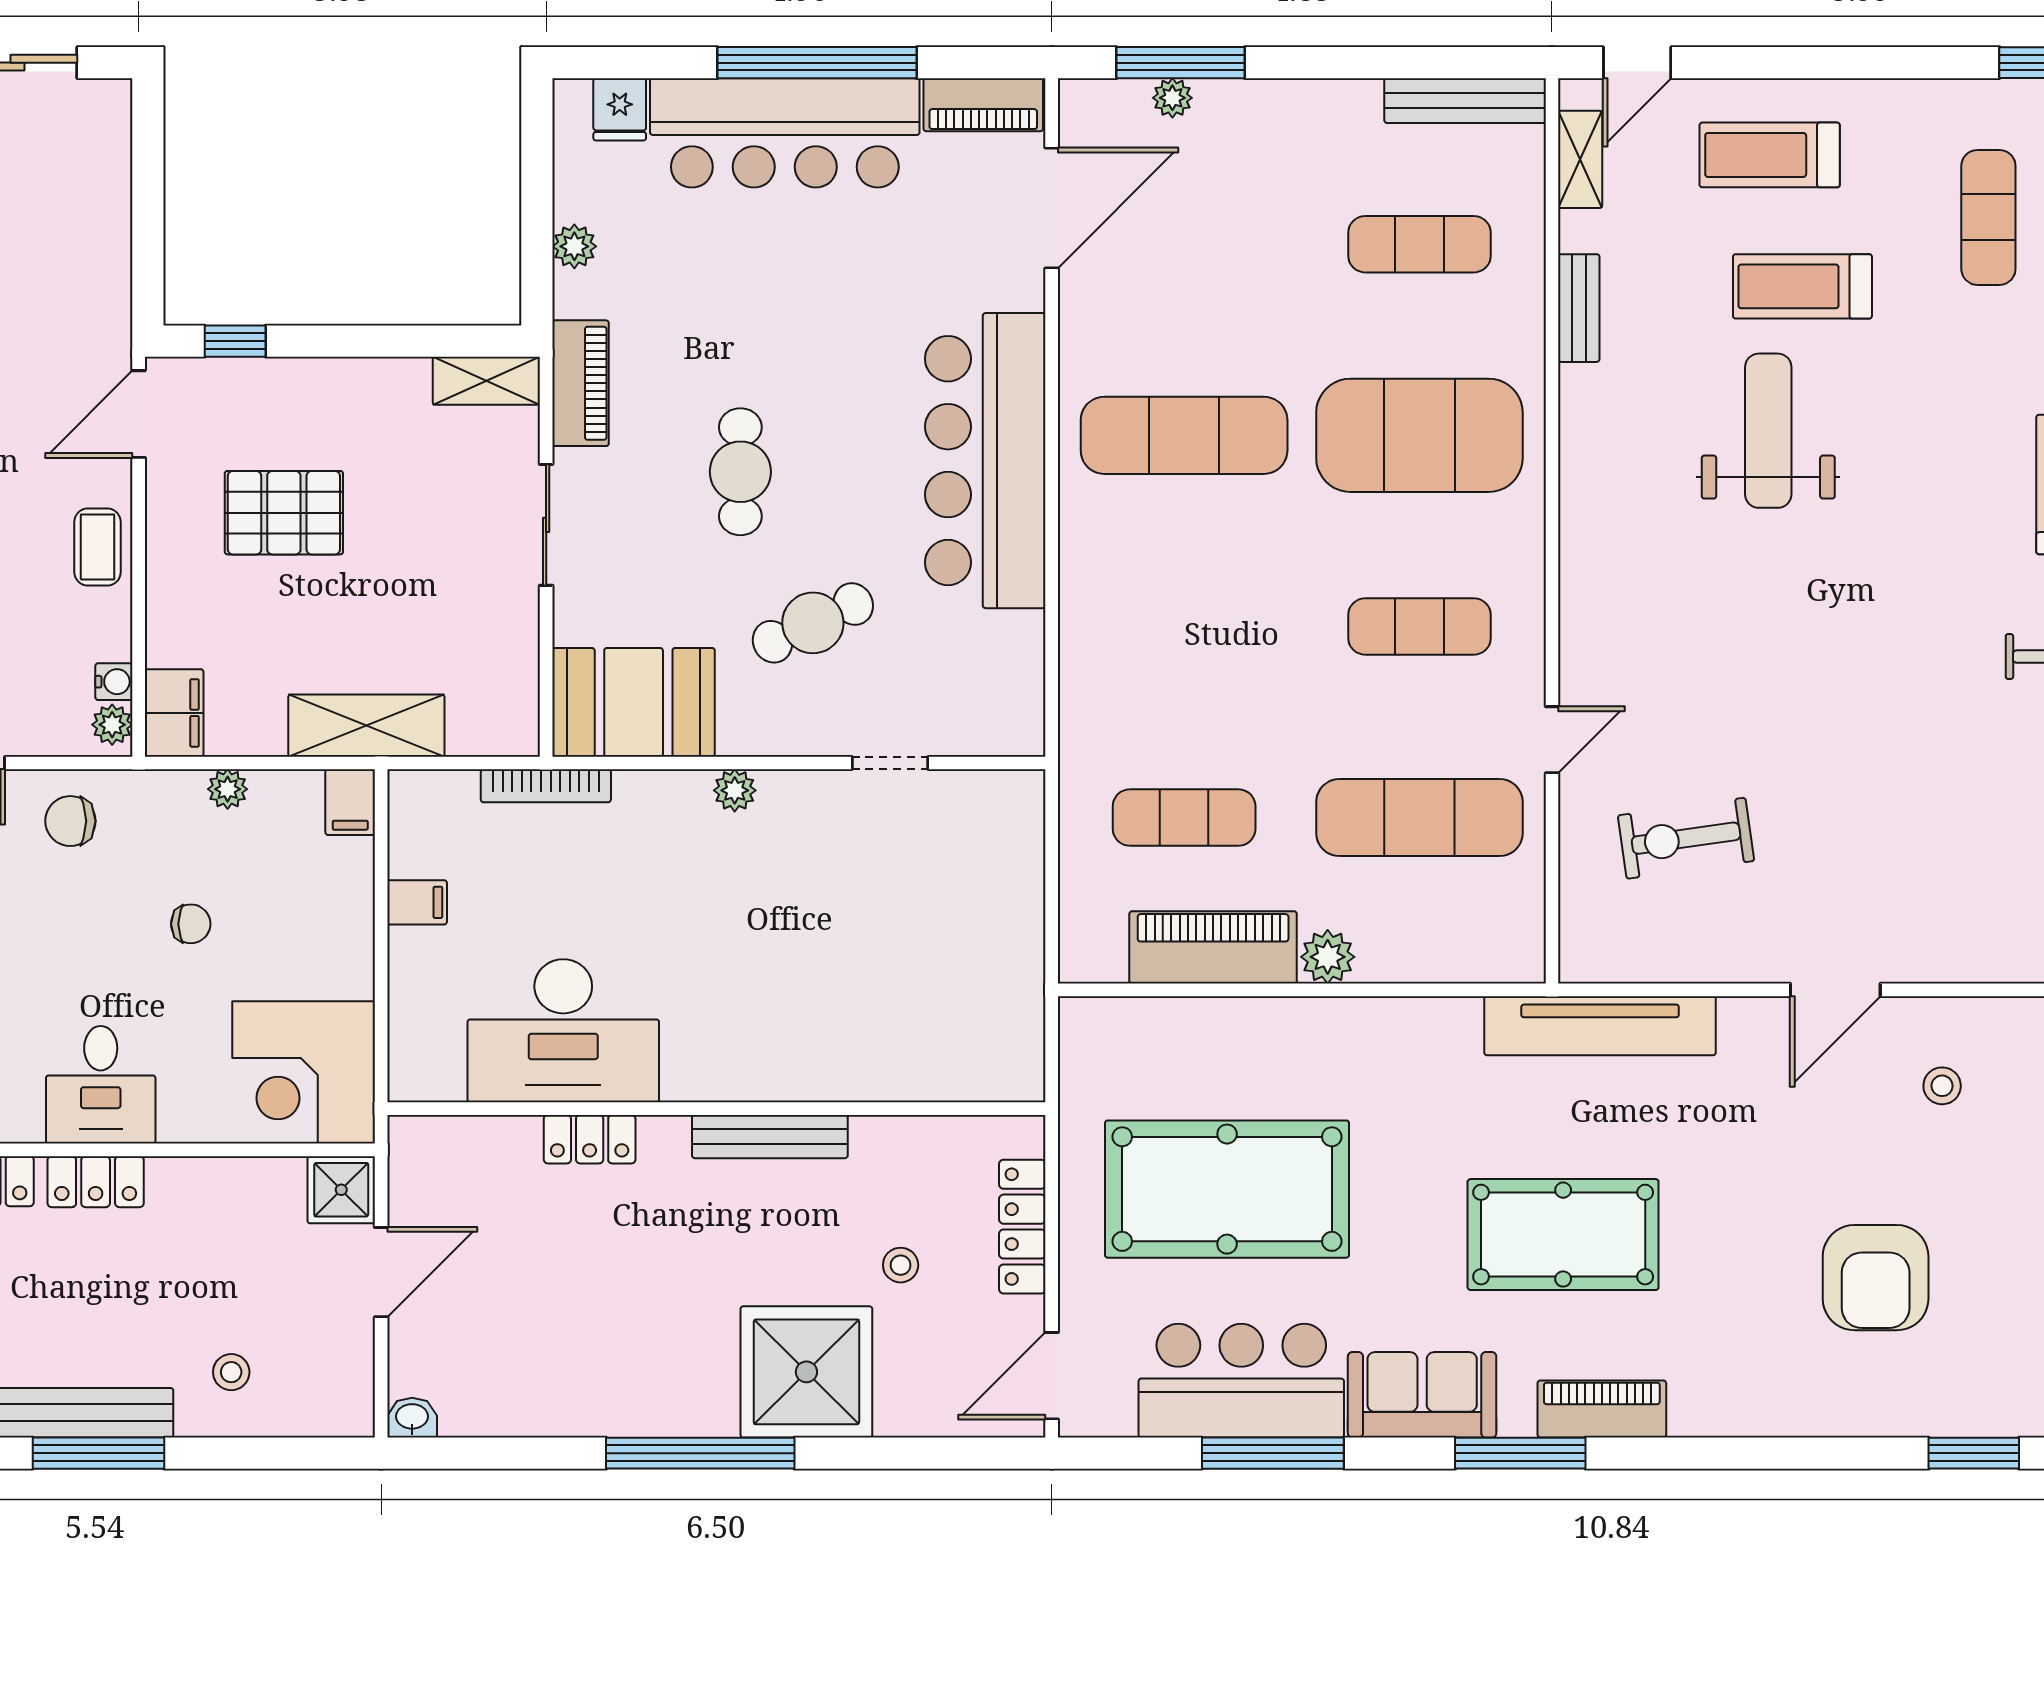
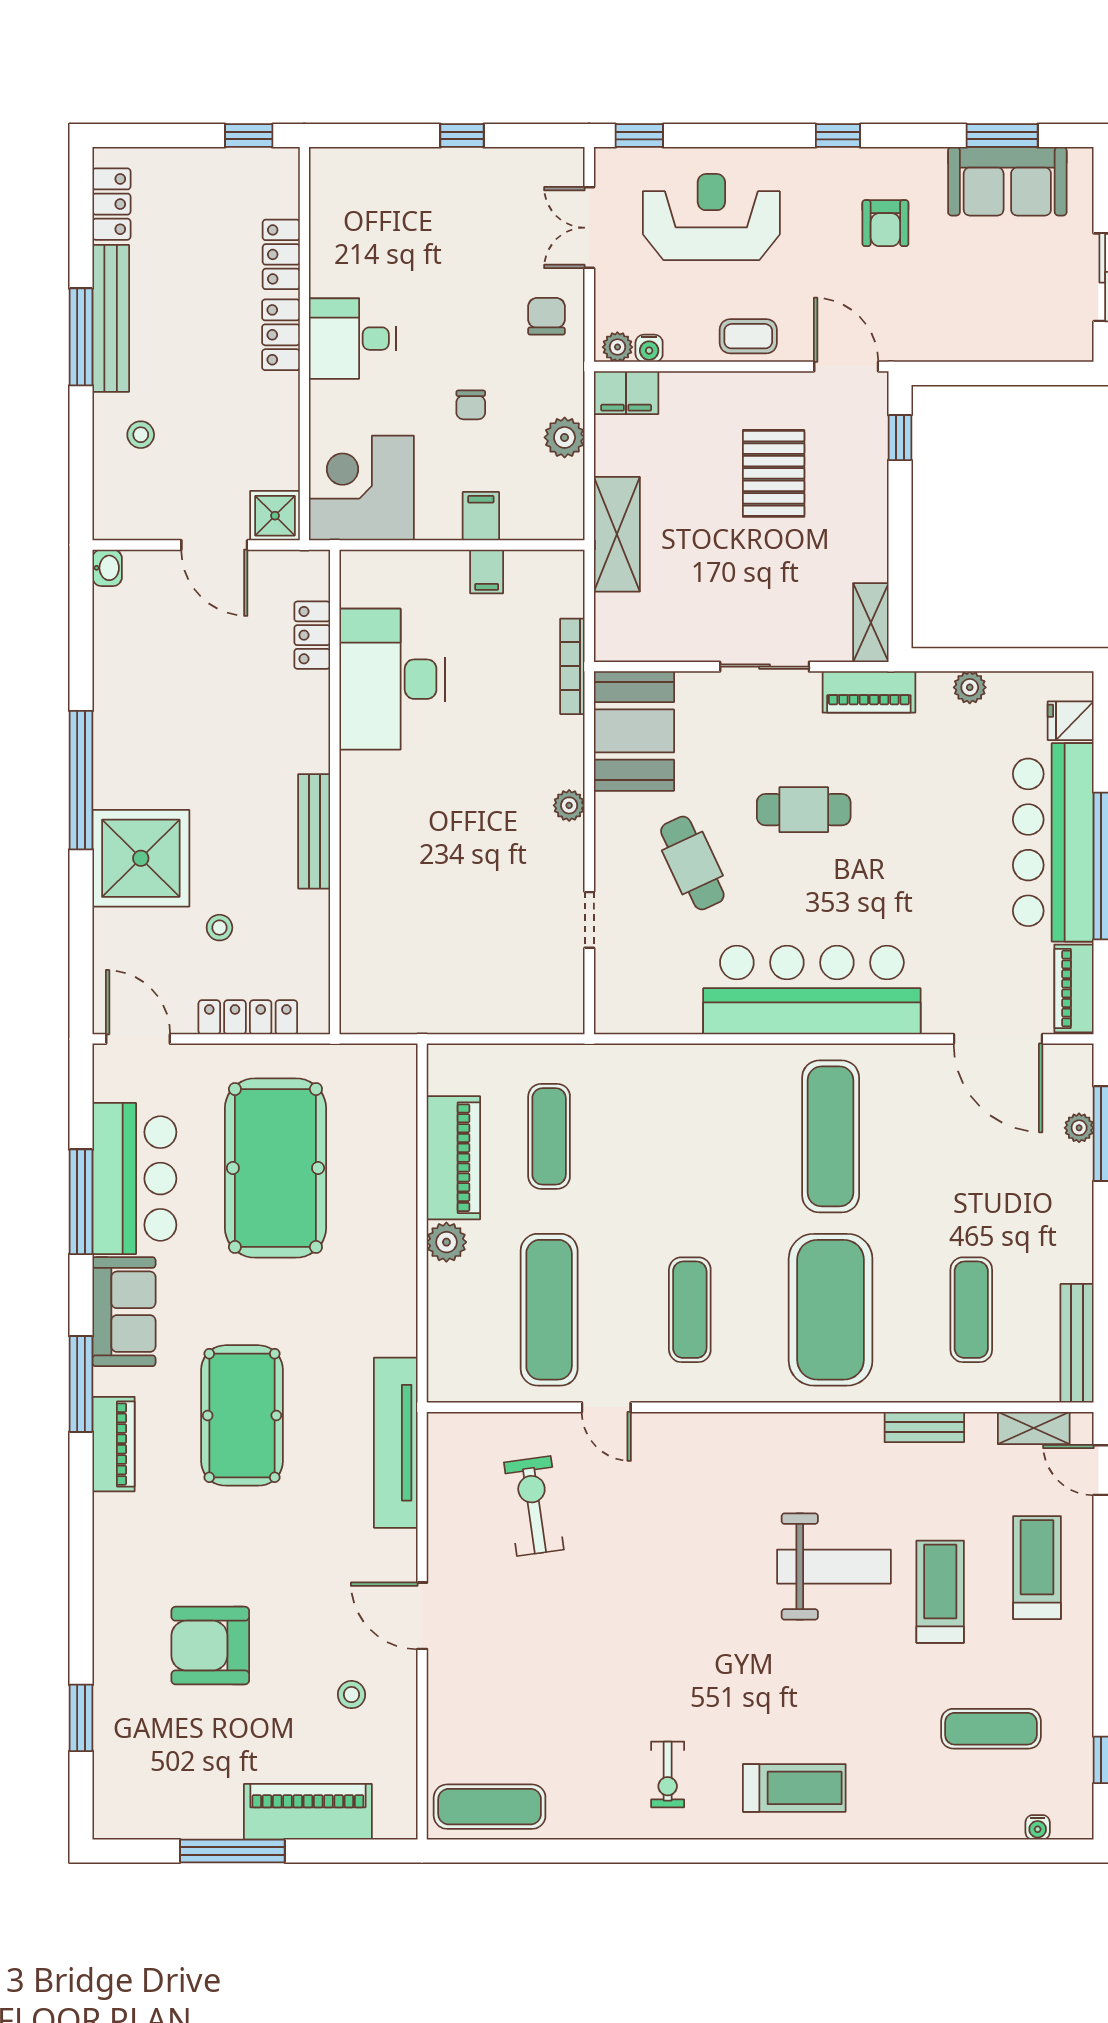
plant: (228, 789) -> (565, 437), width x1.38, depth x1.38
filing cabinet: (350, 802) -> (481, 516), moved, turned 90
locker: (590, 1139) -> (312, 635), moved

